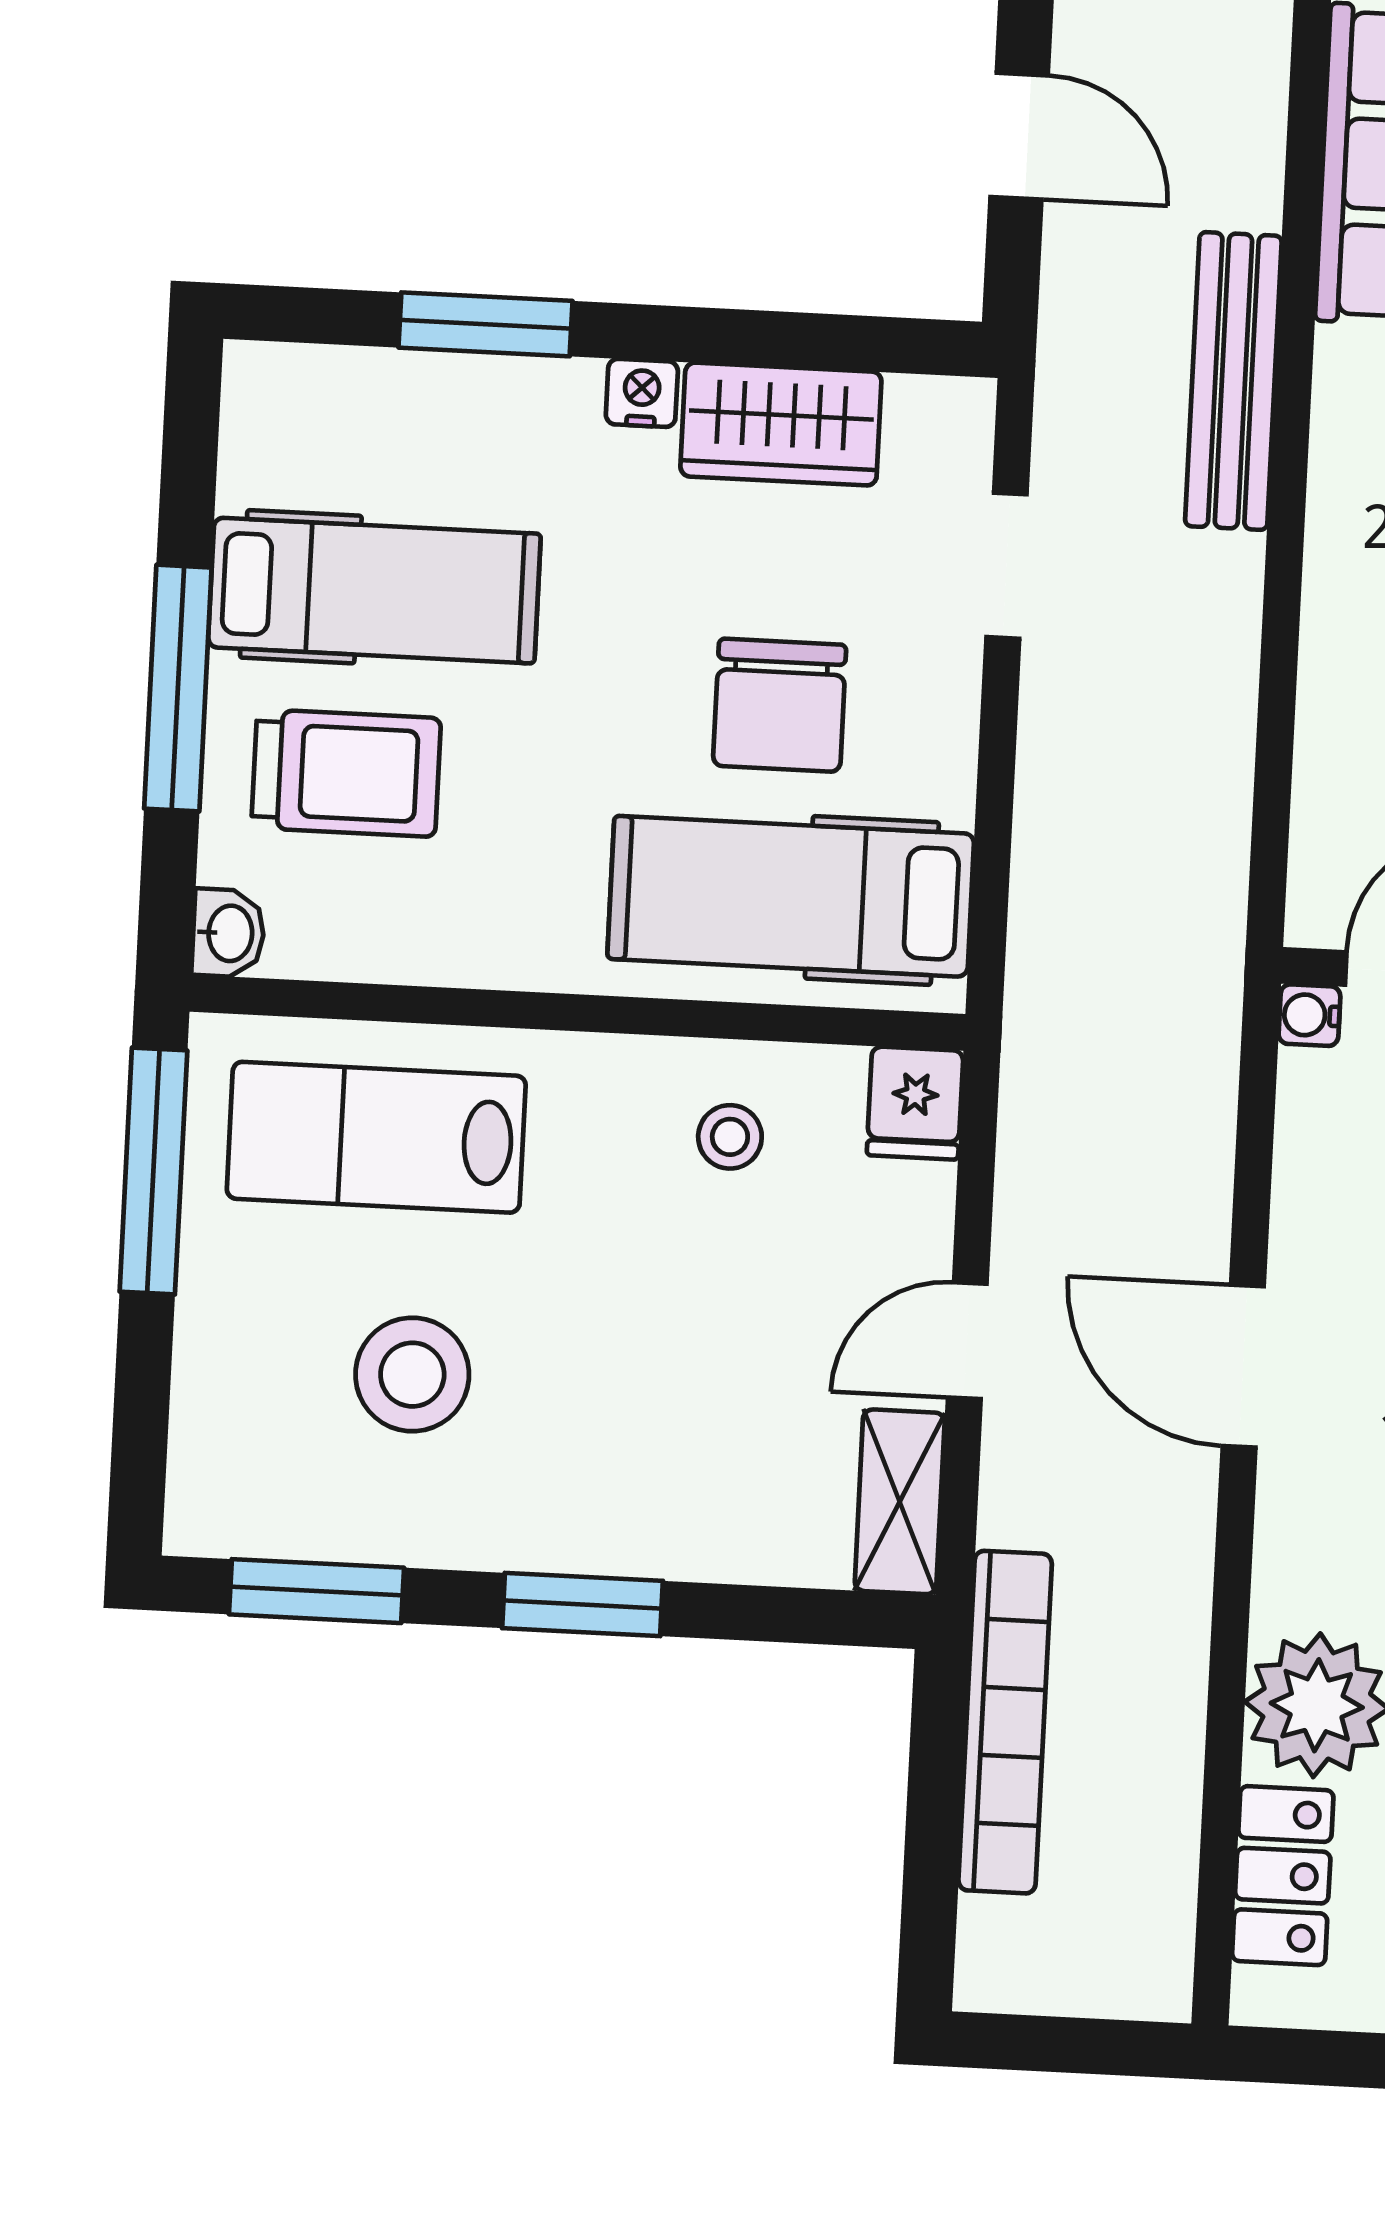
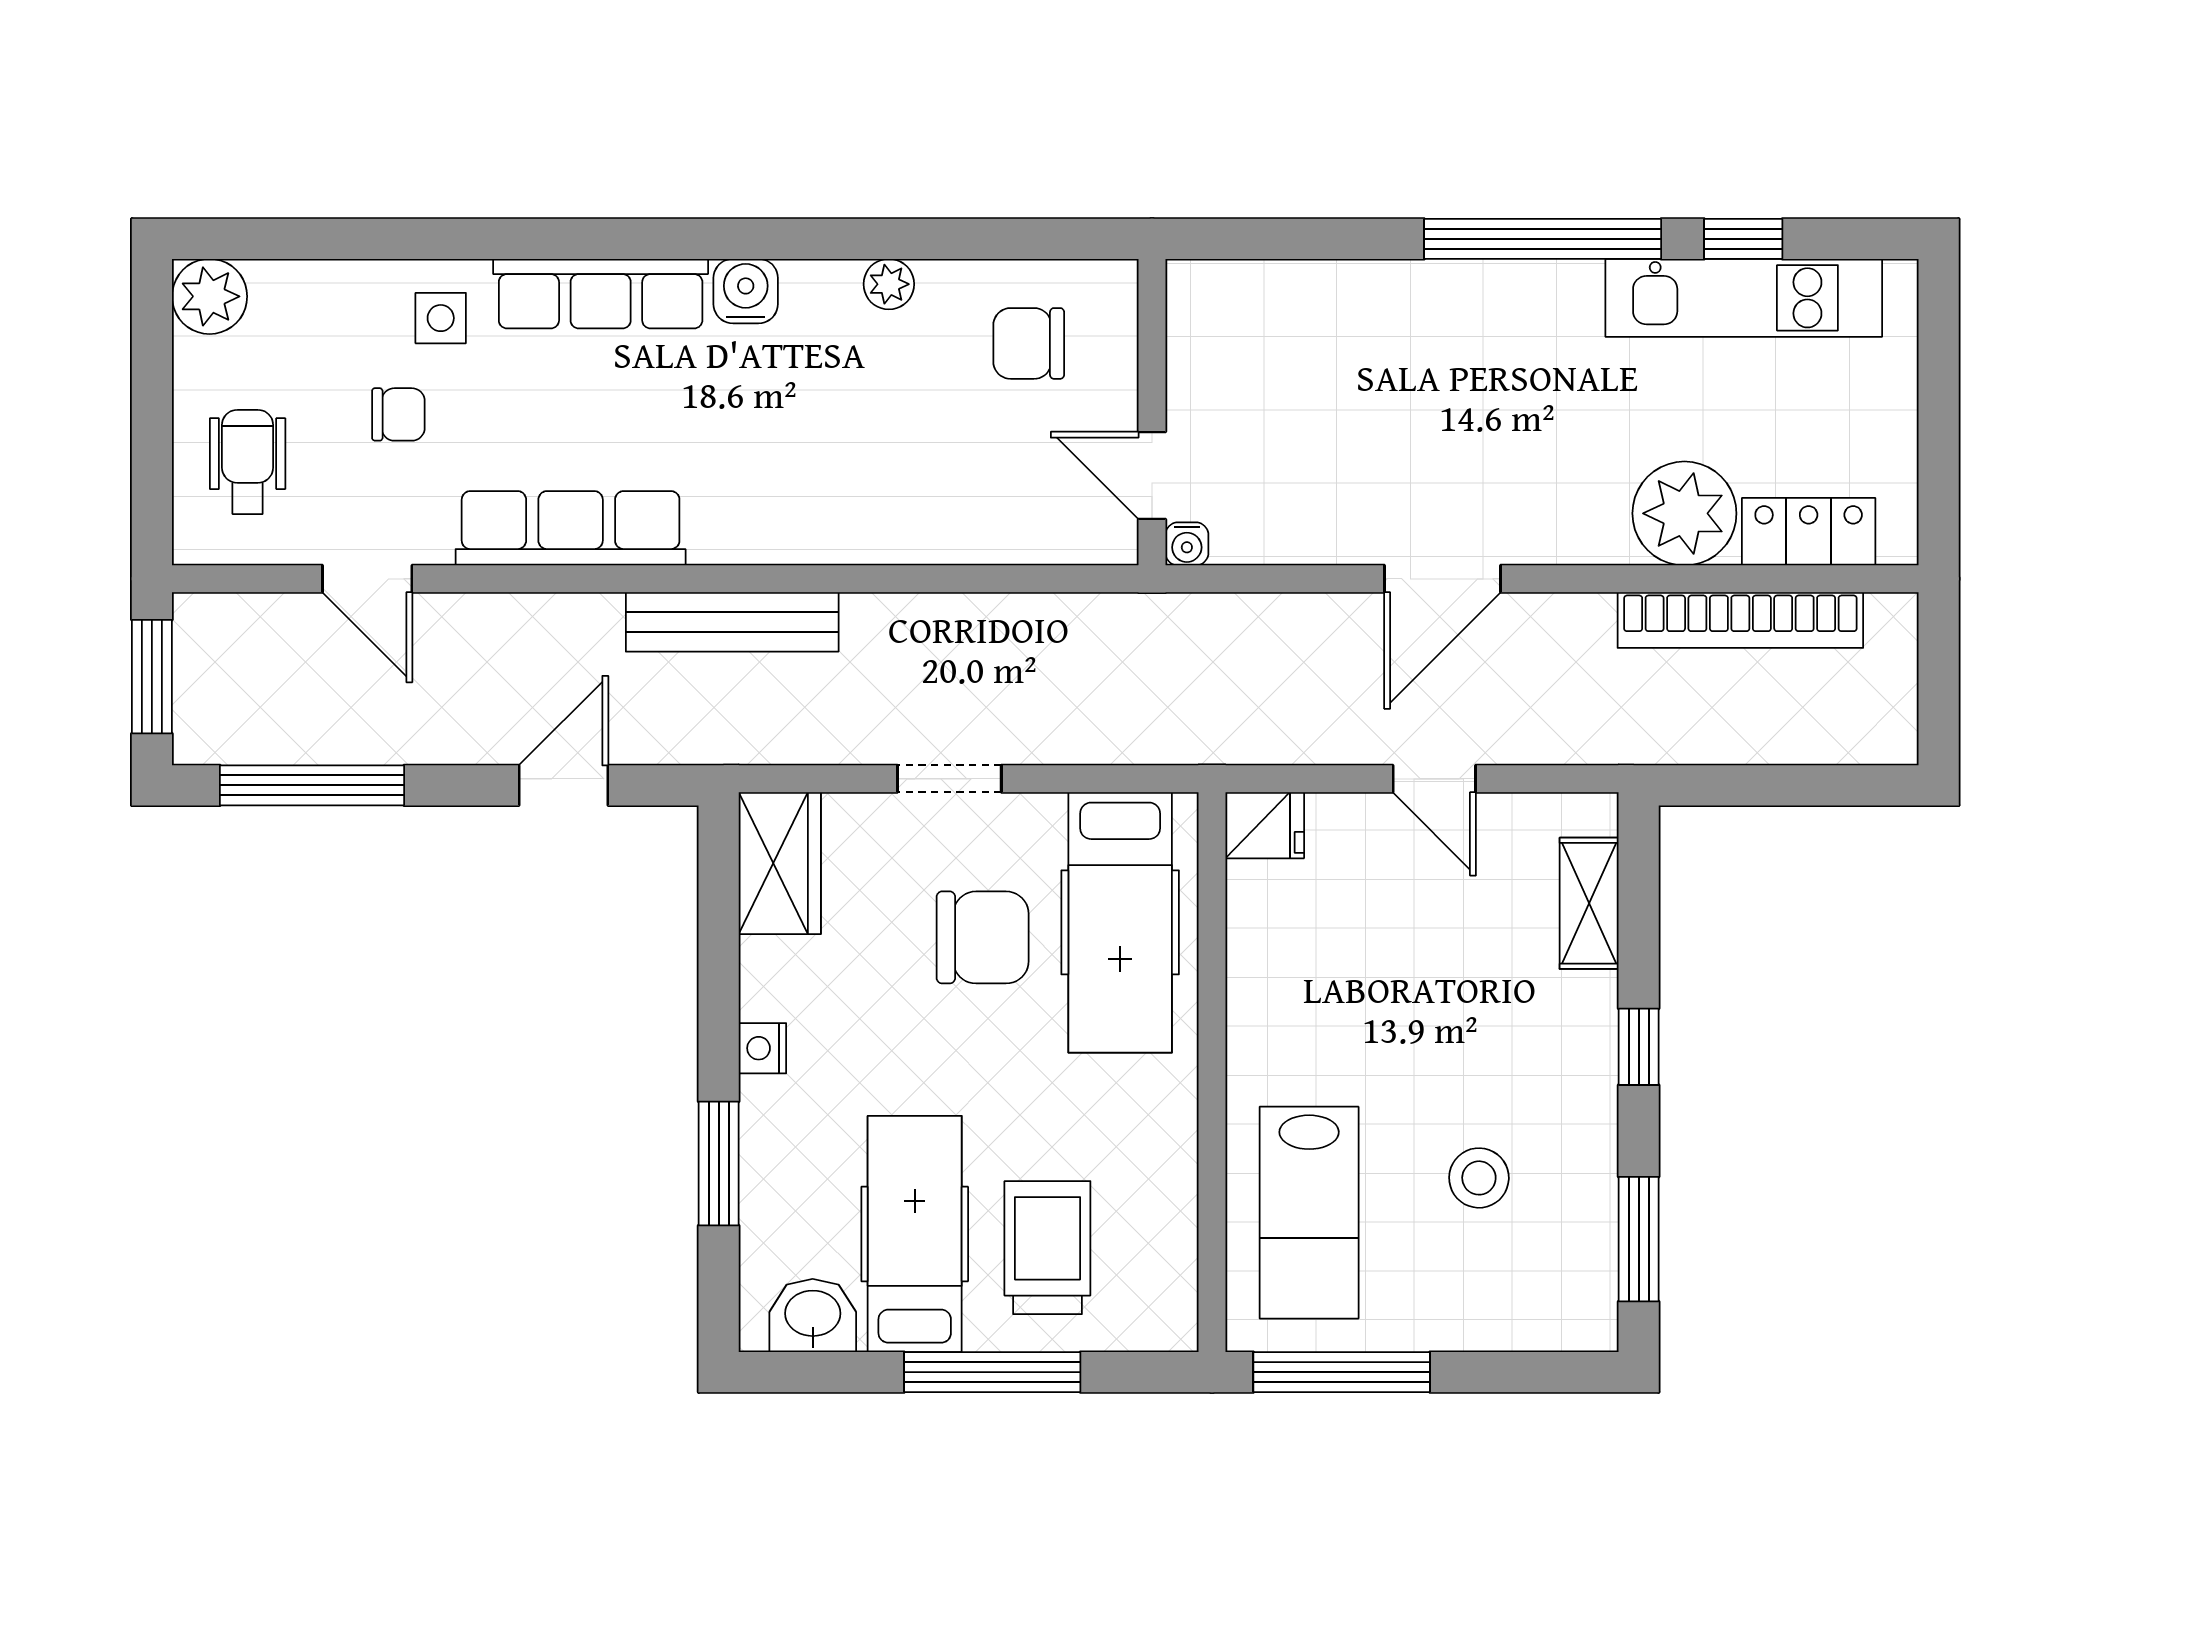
wardrobe: (781, 424) -> (780, 863), moved
doorway: (1007, 566) -> (949, 779), moved
washbasin: (228, 933) -> (813, 1316), moved, width x1.38, depth x1.45
stool: (730, 1137) -> (1296, 957), removed
stool: (412, 1375) -> (1479, 1178), width x0.73, depth x0.73
shelving: (900, 1502) -> (1589, 903), moved, turned 90
window: (582, 1605) -> (1639, 1047), width x0.67
bookcase: (1005, 1722) -> (1740, 620), moved, turned 180

